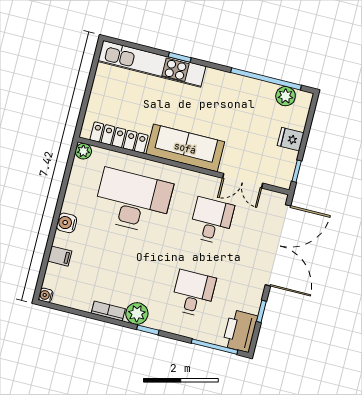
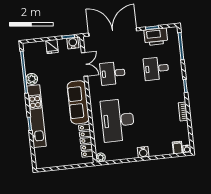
kitchen unit: (152, 64) -> (37, 116), moved
plant: (286, 96) -> (32, 79), moved
water cooler: (284, 175) -> (73, 43), added
filing cabinet: (60, 256) -> (178, 148), moved
plant: (137, 314) -> (179, 95), removed
printer: (240, 331) -> (156, 37), moved

